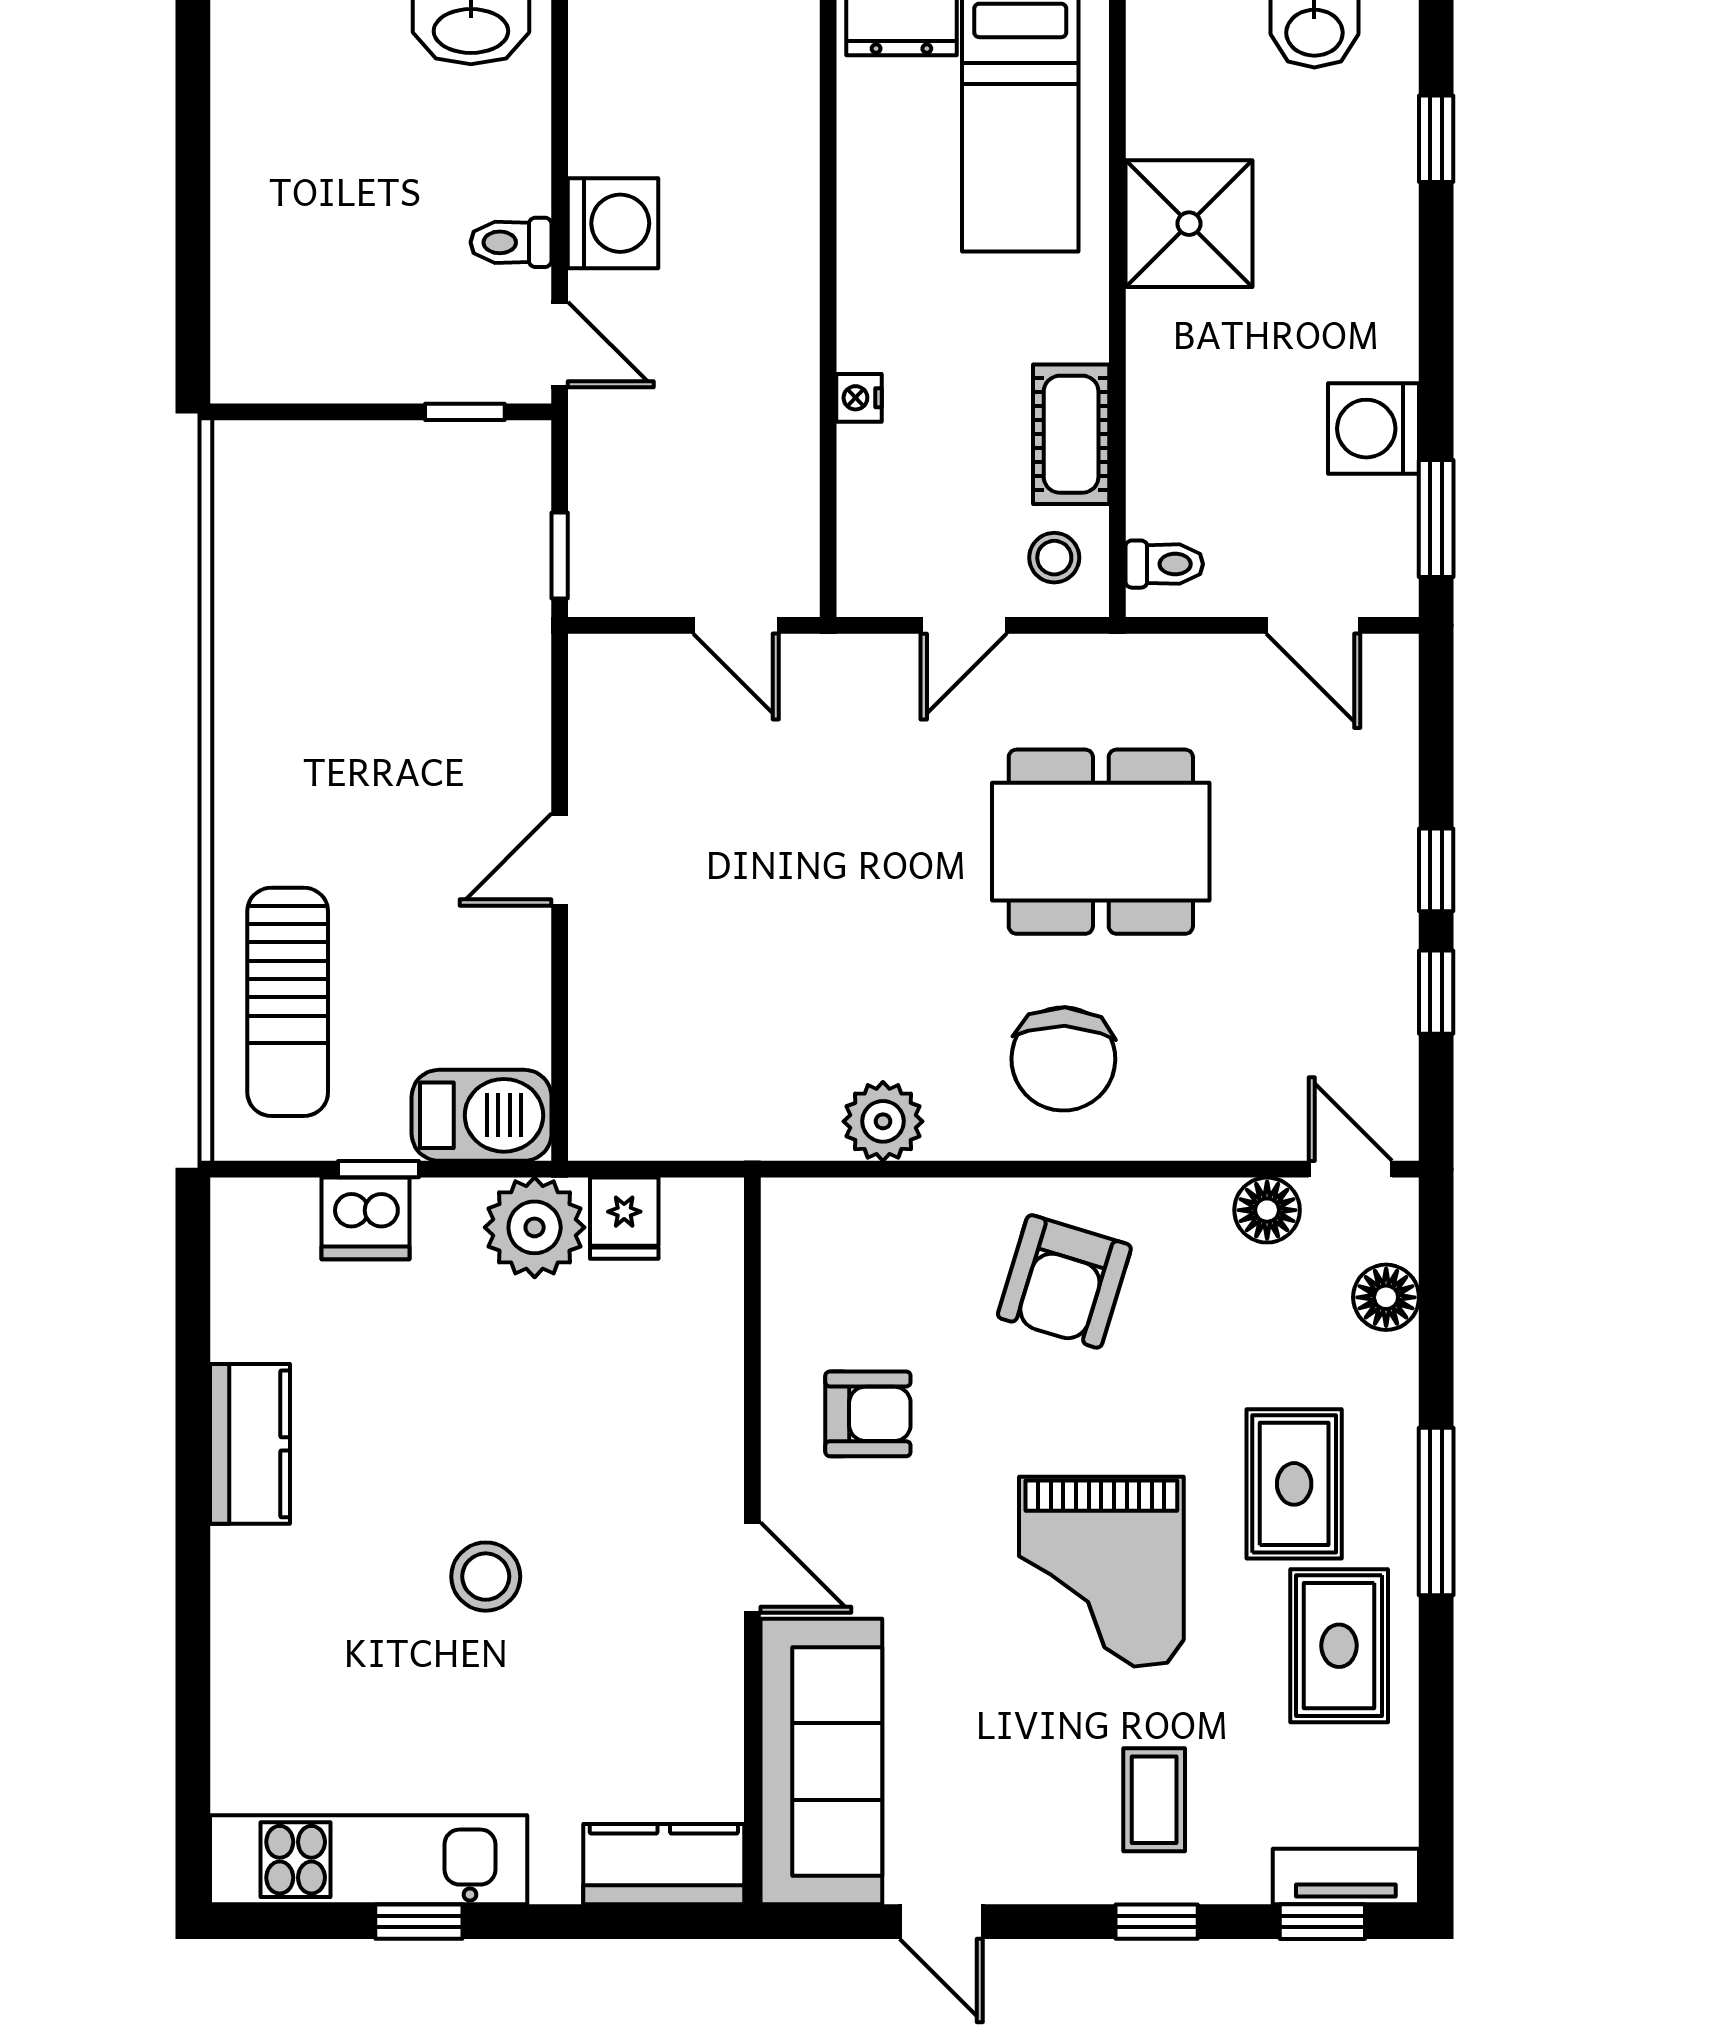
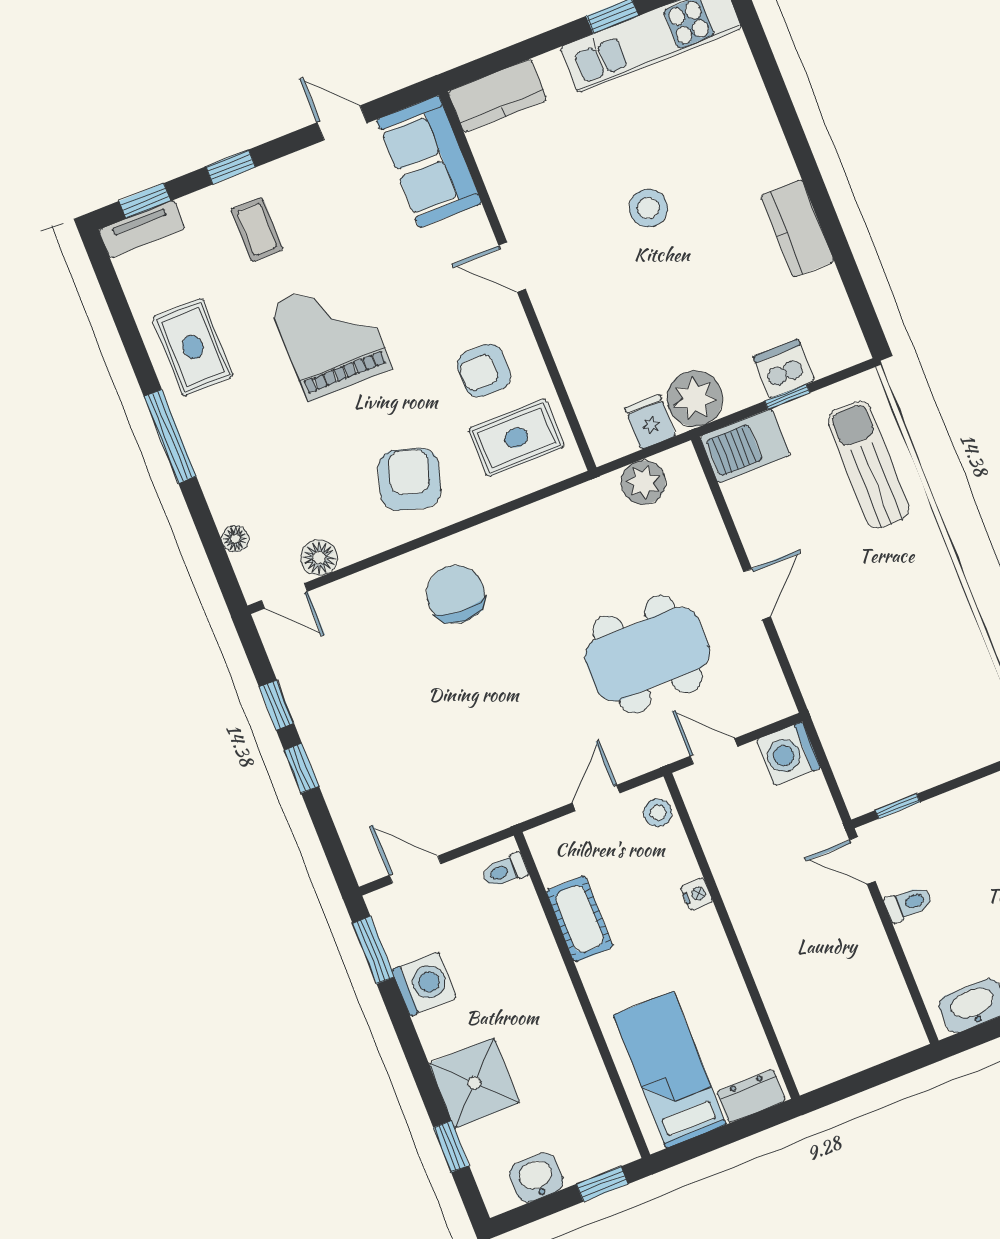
washing machine: (613, 223) -> (788, 754), moved
shower: (1189, 224) -> (474, 1083), moved
window: (560, 556) -> (819, 751), removed
stool: (1054, 558) -> (658, 813), moved
dining table: (1101, 842) -> (647, 654), moved
plant: (883, 1121) -> (643, 482), moved
floor lamp: (1386, 1297) -> (235, 539), width x0.73, depth x0.73
rug: (1294, 1484) -> (516, 438), moved, turned 90
sofa: (821, 1761) -> (429, 162), width x0.73

